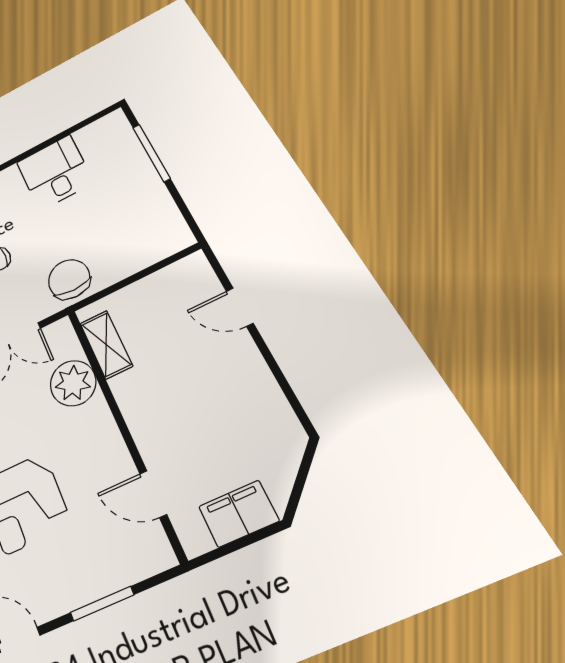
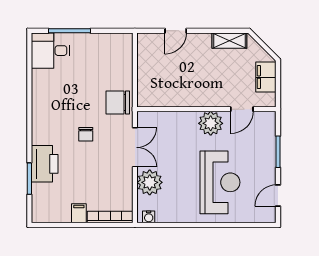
desk: (55, 172) -> (51, 51), moved
shelving: (106, 345) -> (229, 41), moved
plant: (73, 383) -> (211, 123), moved

